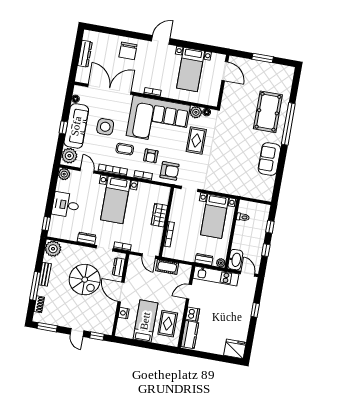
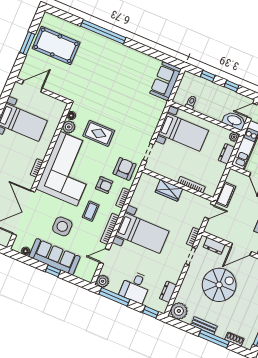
pool table: (268, 112) -> (56, 45), moved
plant: (69, 156) -> (84, 271), removed
sofa: (269, 159) -> (166, 81), moved, turned 90
window: (53, 188) -> (114, 297), added
dresser: (87, 238) -> (168, 292), moved

